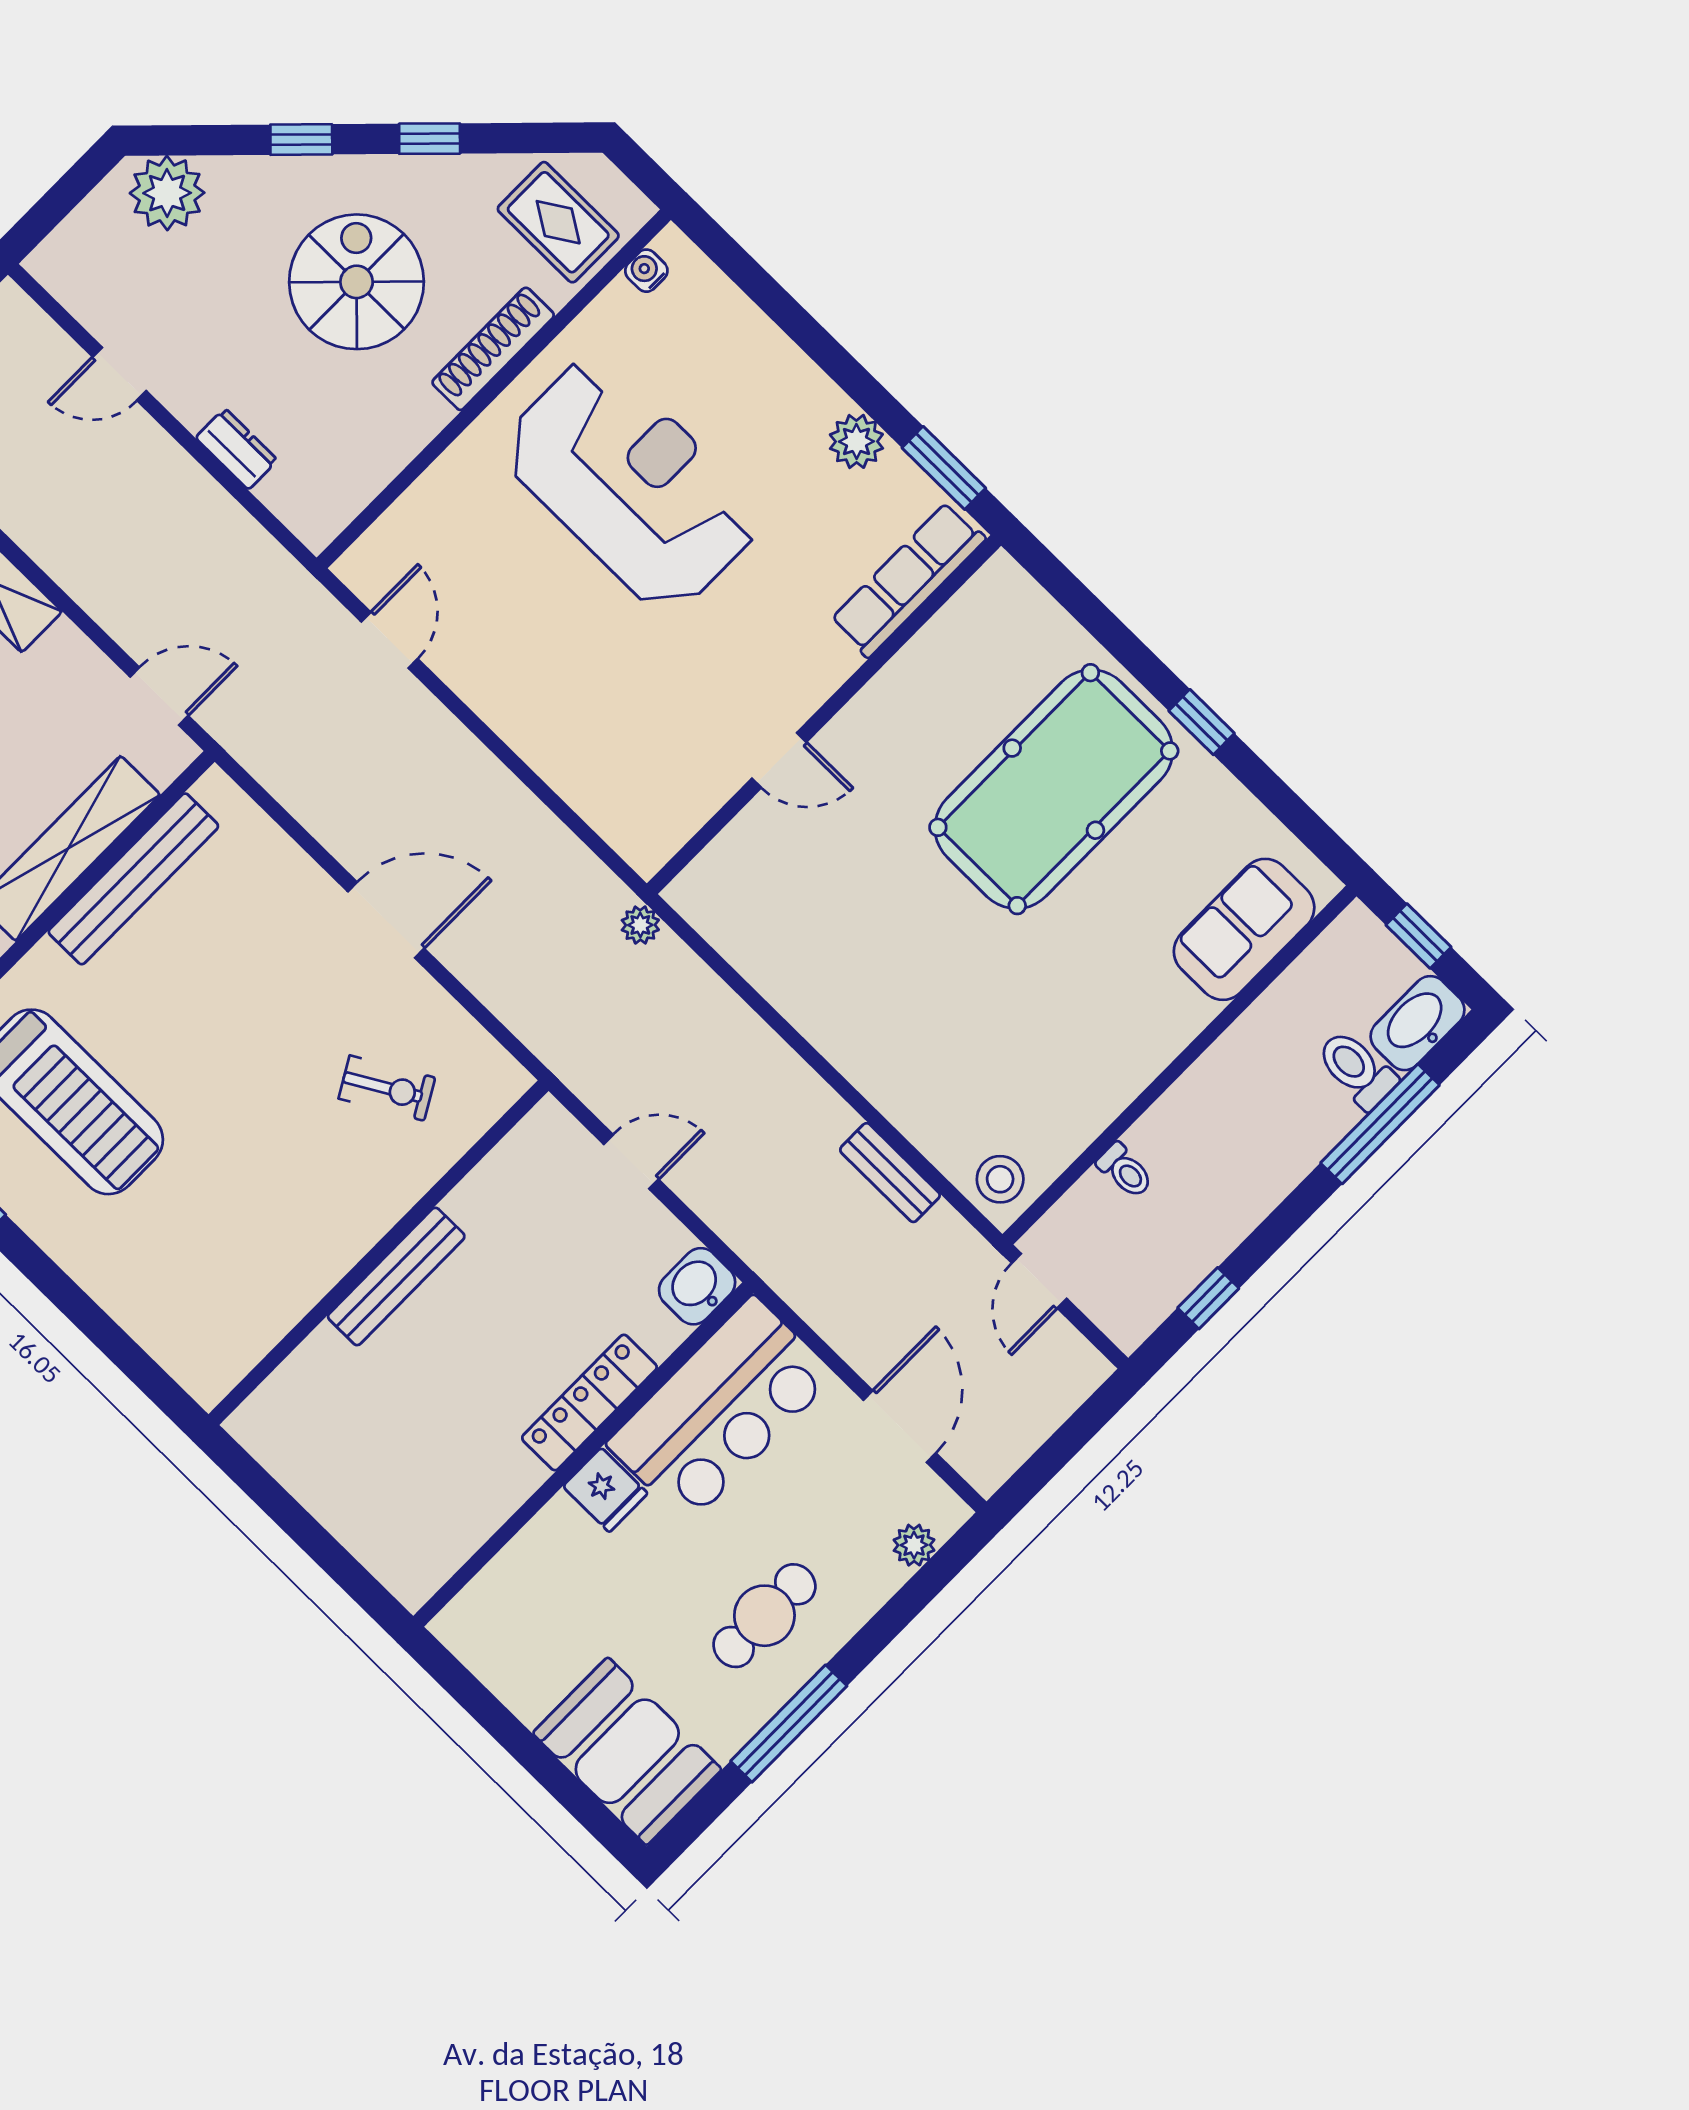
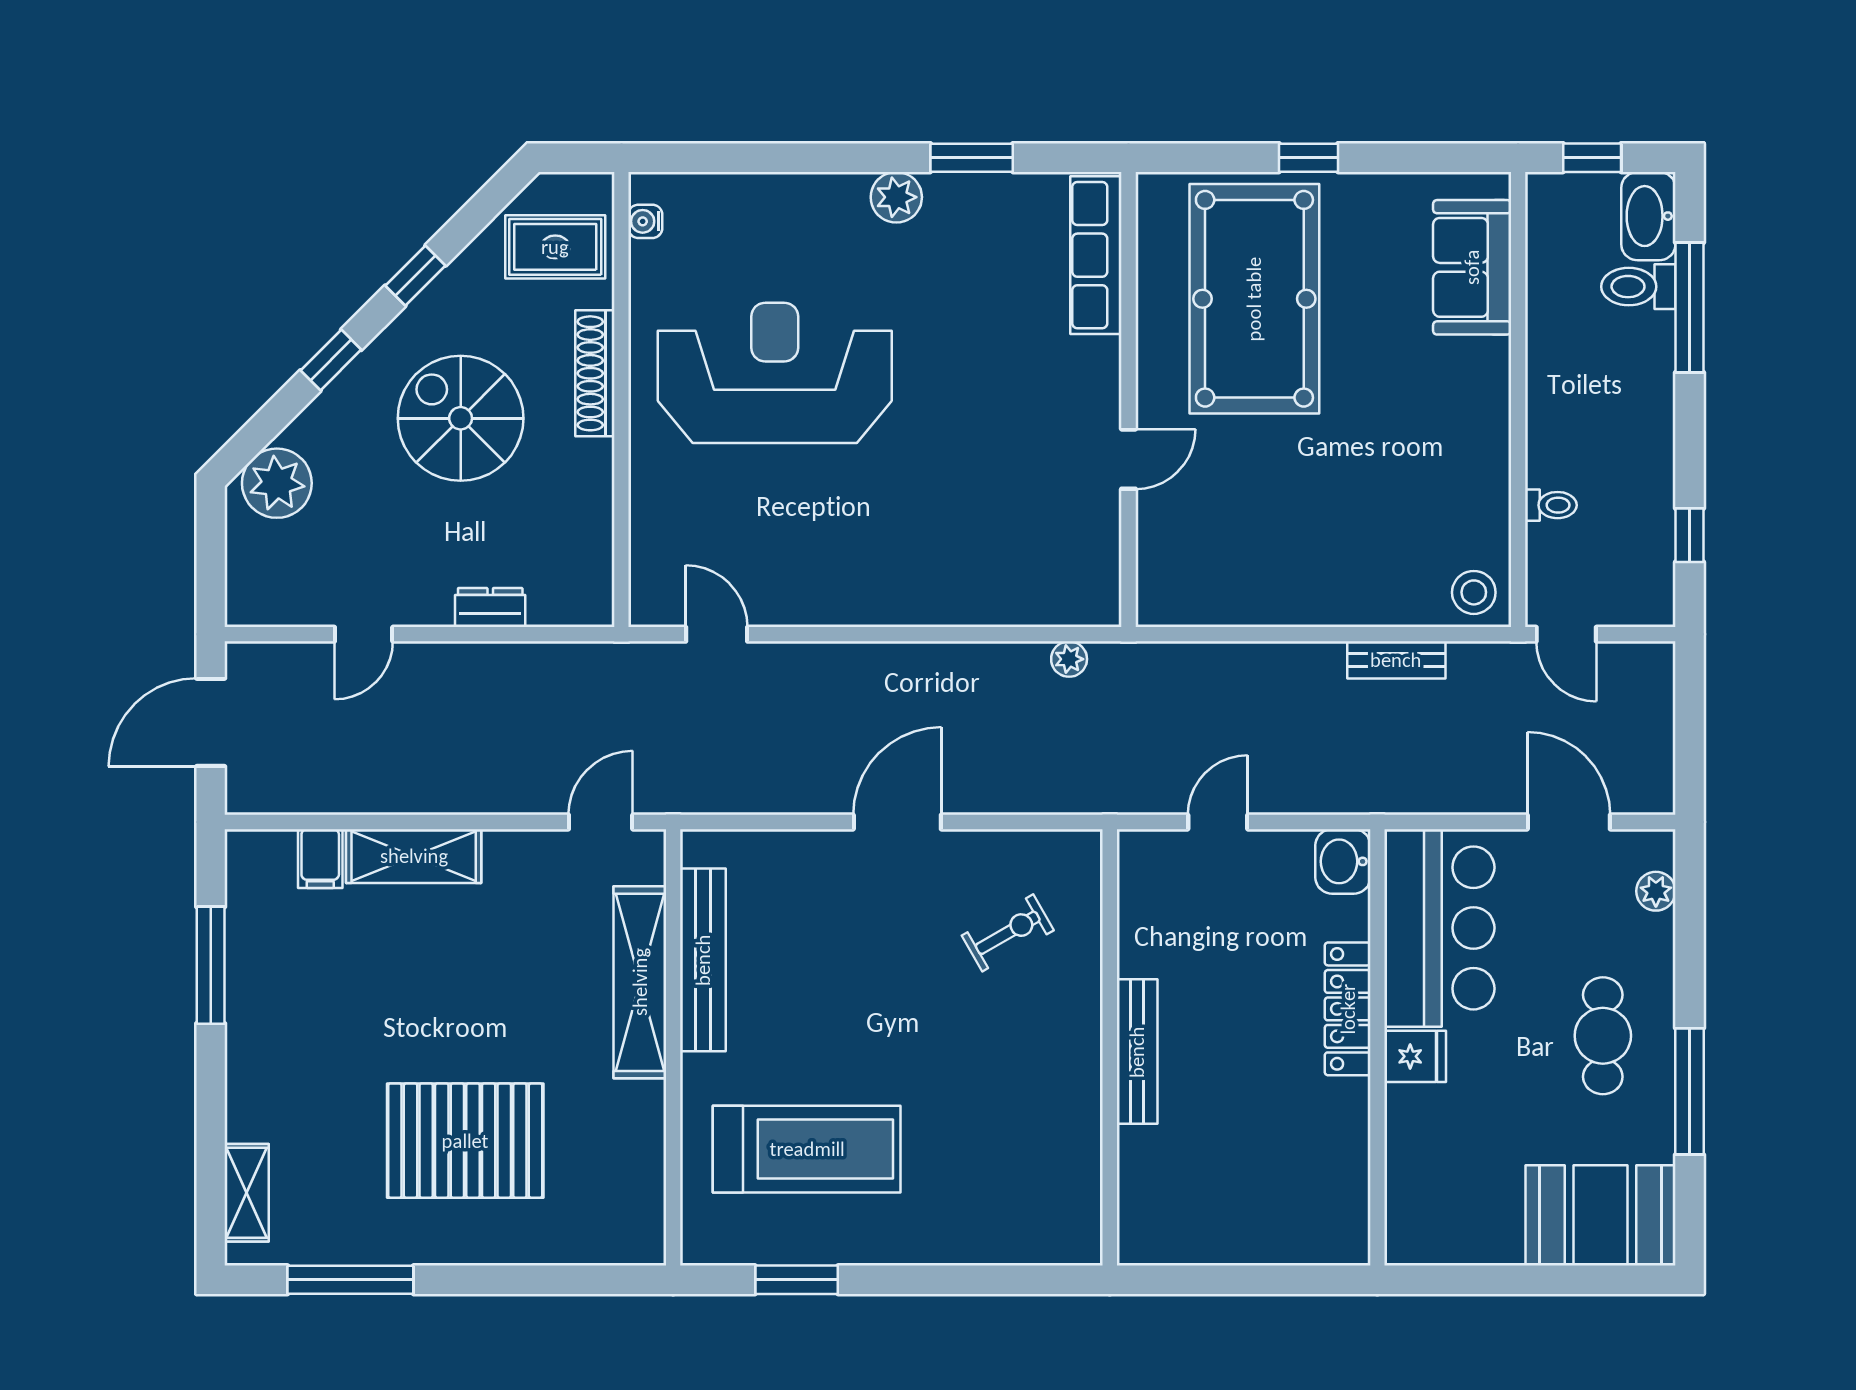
row of seats: (908, 580) -> (1096, 255), moved
wall: (824, 715) -> (1128, 399), moved
door: (779, 760) -> (1128, 459), moved

